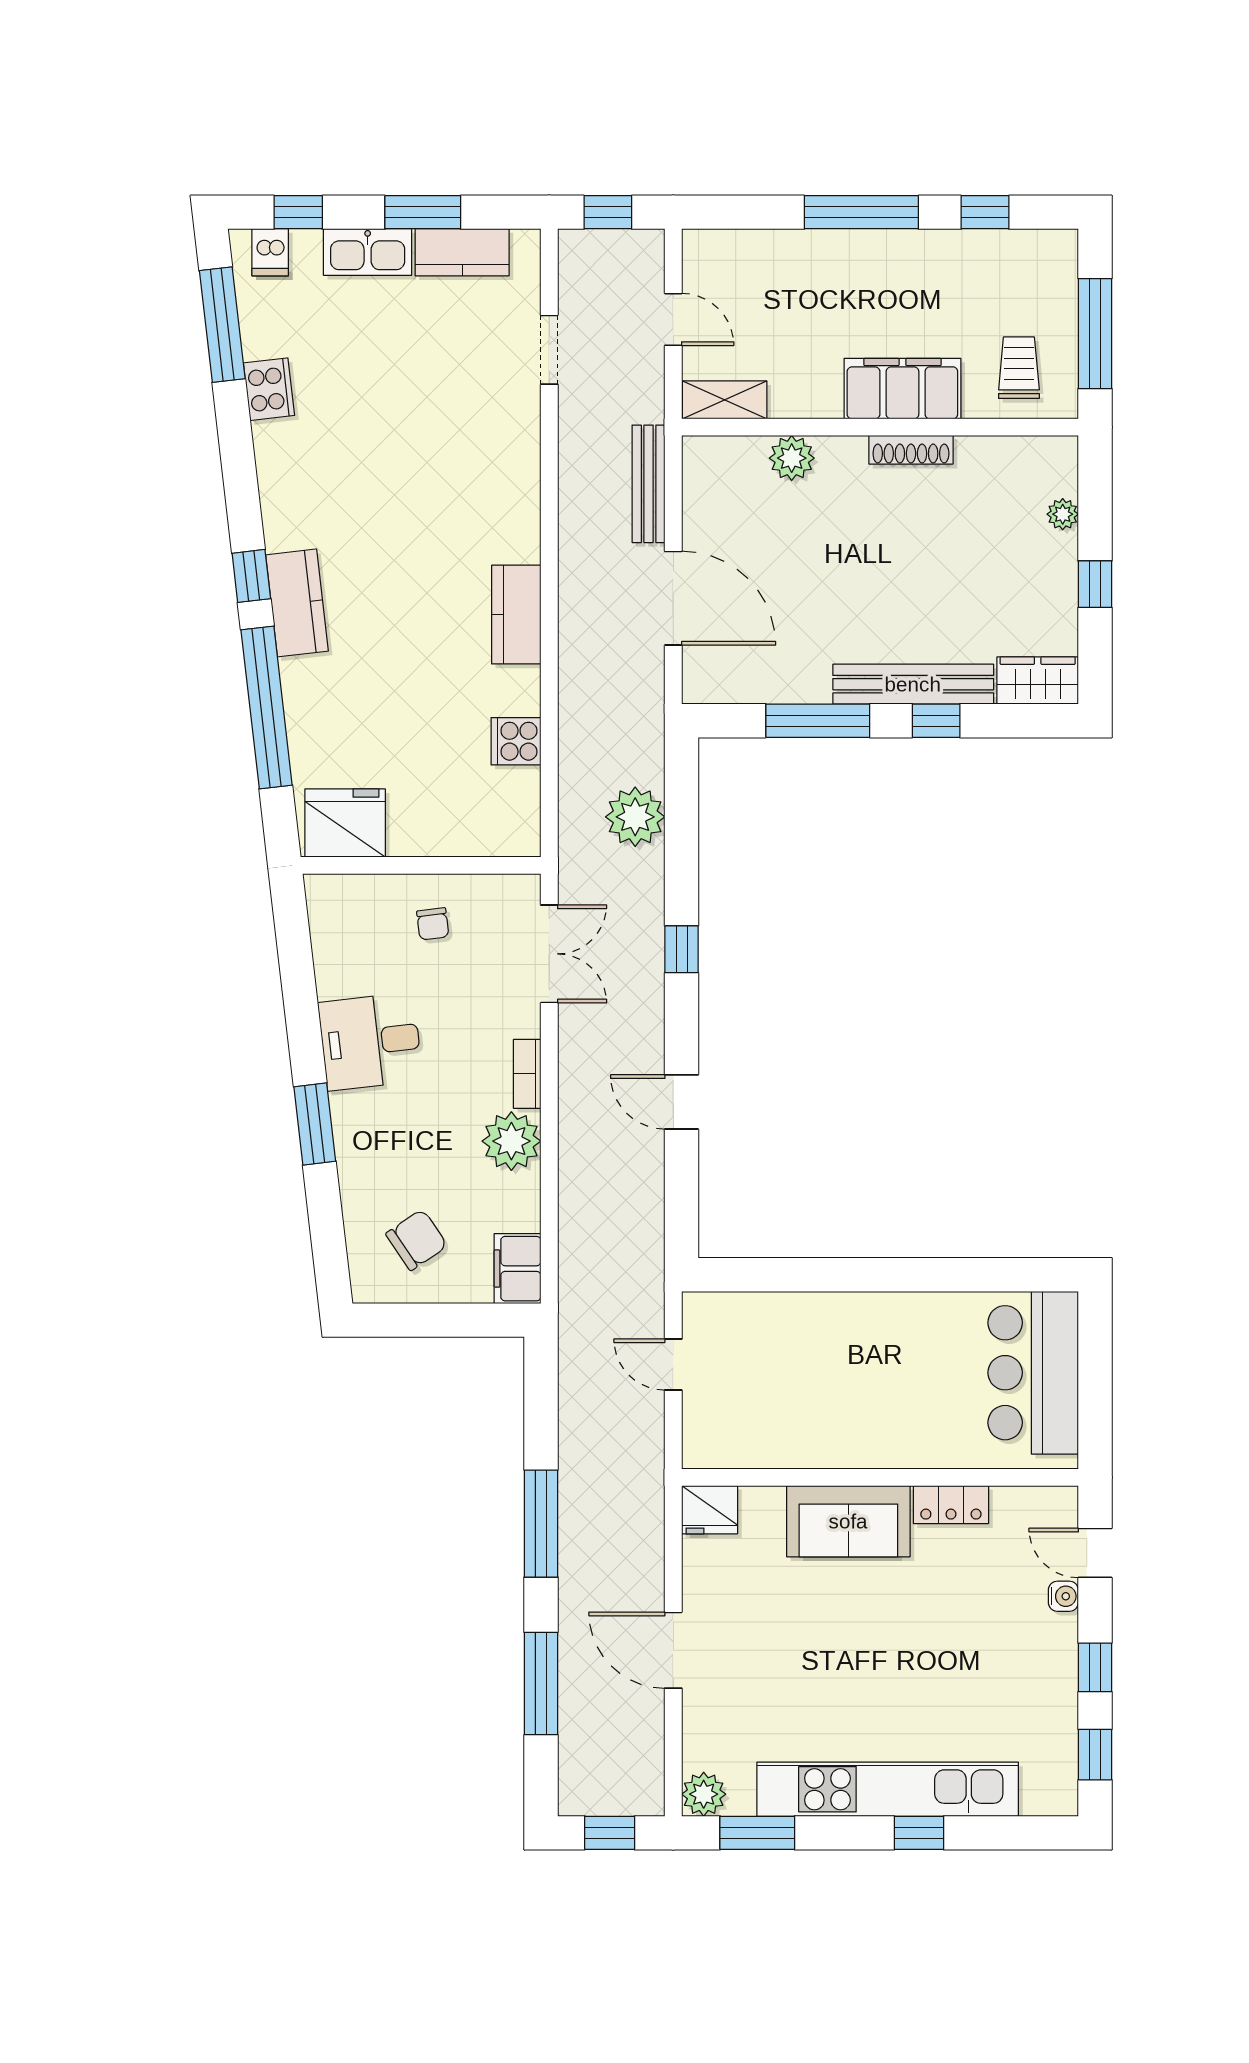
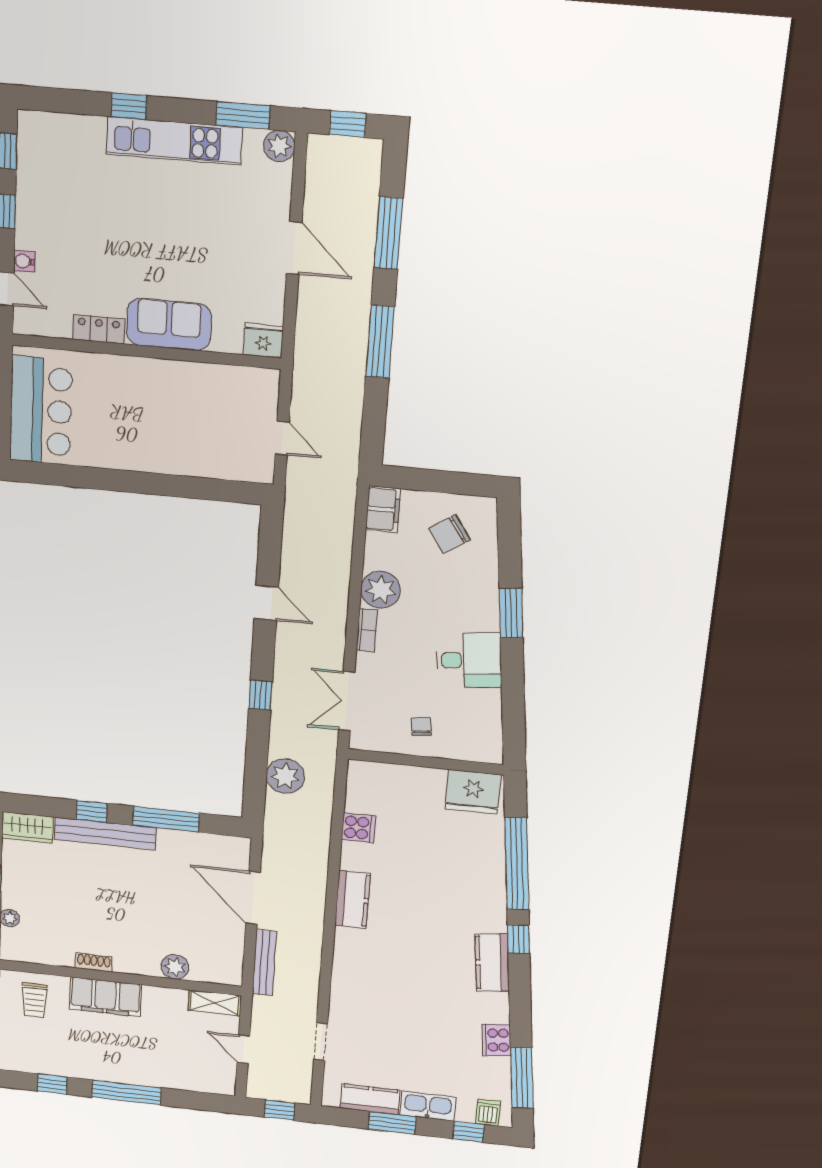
shoe rack: (911, 450) -> (94, 962), width x0.70
kitchen counter: (297, 603) -> (492, 963), moved
kitchen unit: (888, 1789) -> (174, 141), width x0.73

